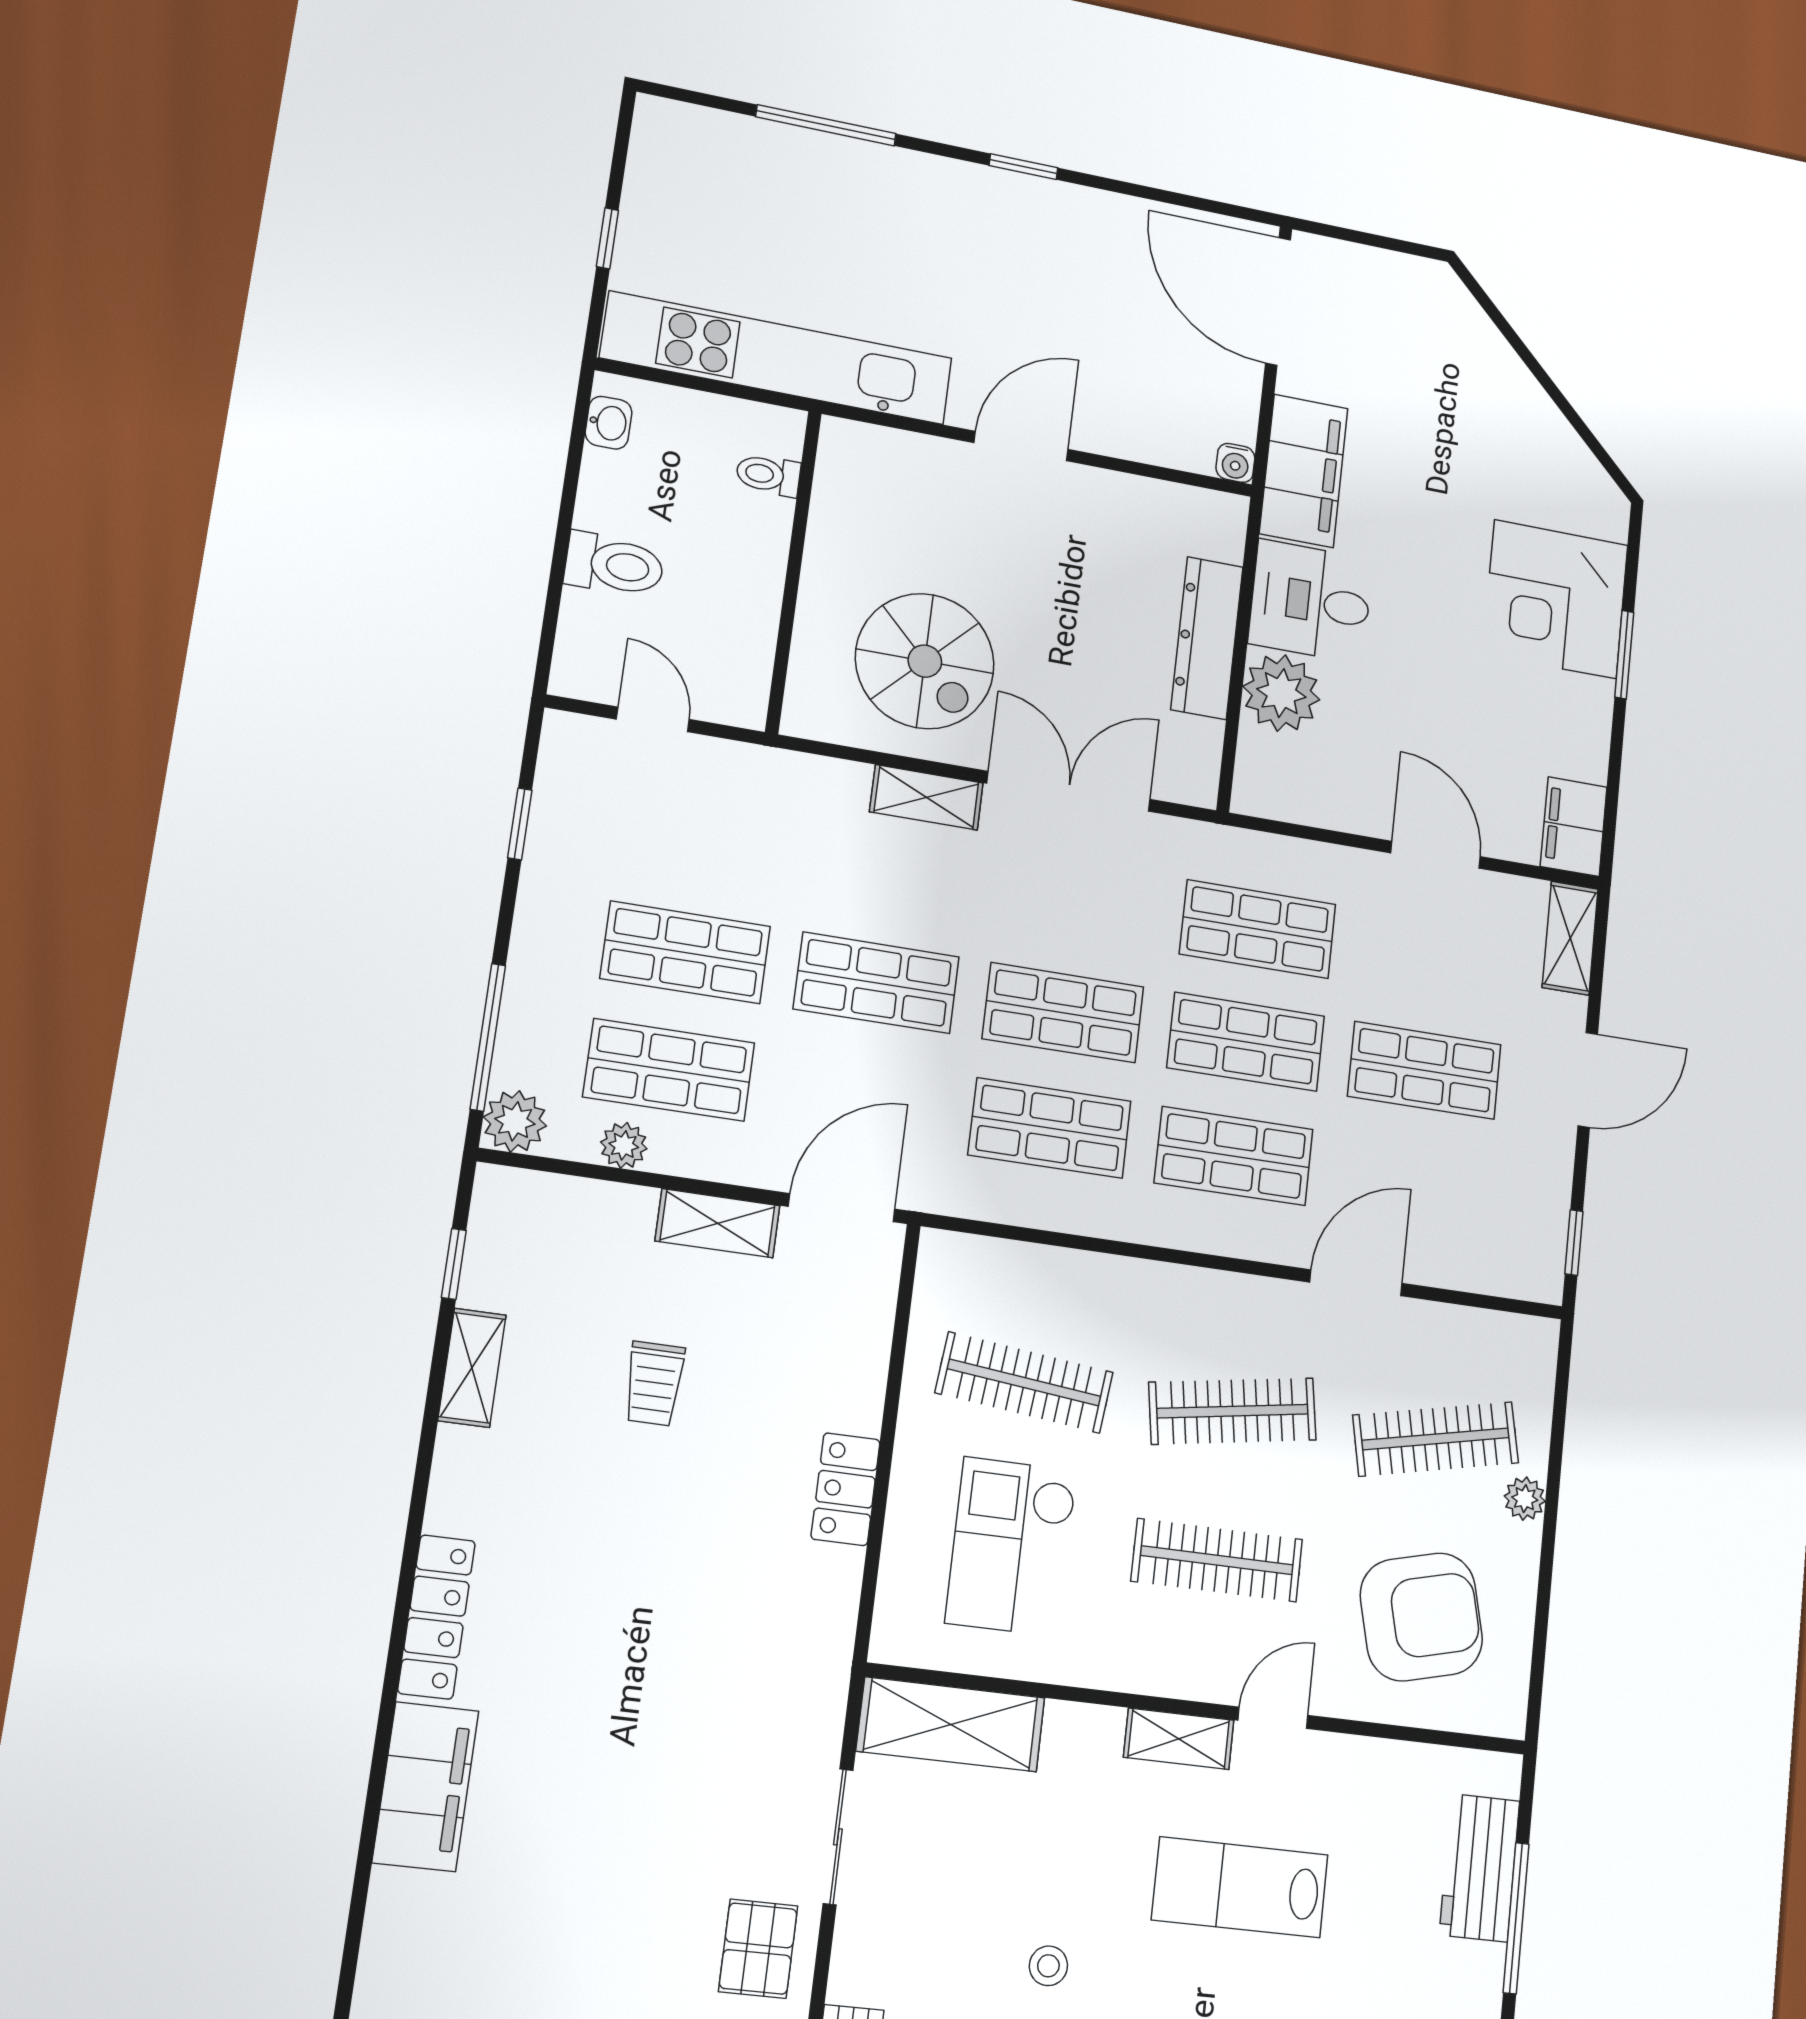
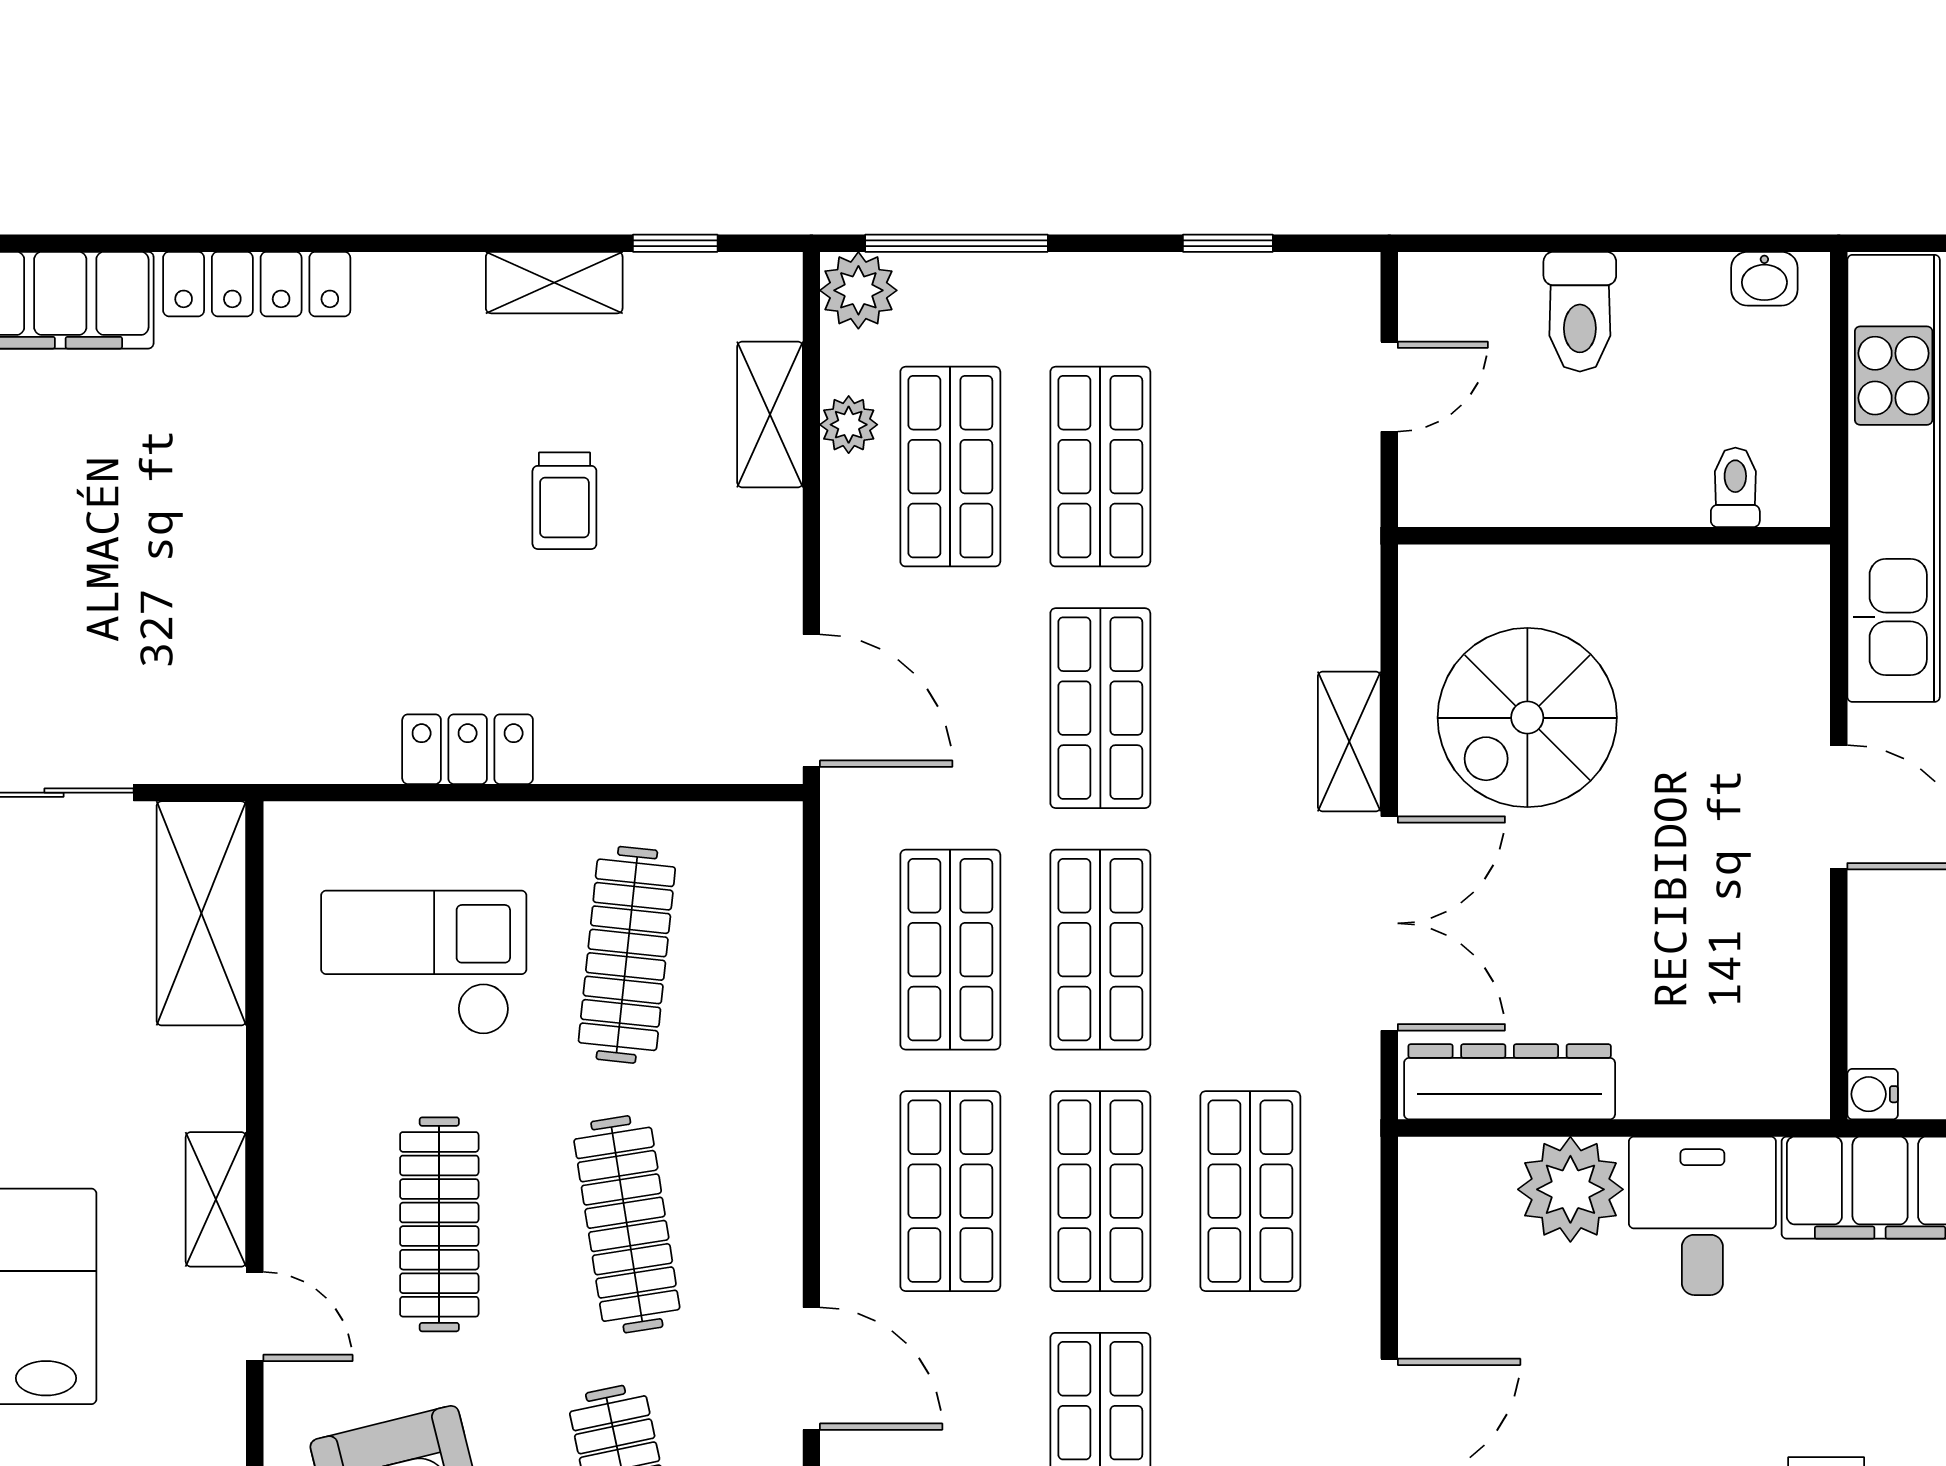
dresser: (1207, 638) -> (1510, 1082), moved
shelving: (717, 1223) -> (770, 415), moved
trolley: (654, 1384) -> (564, 501), turned -90

